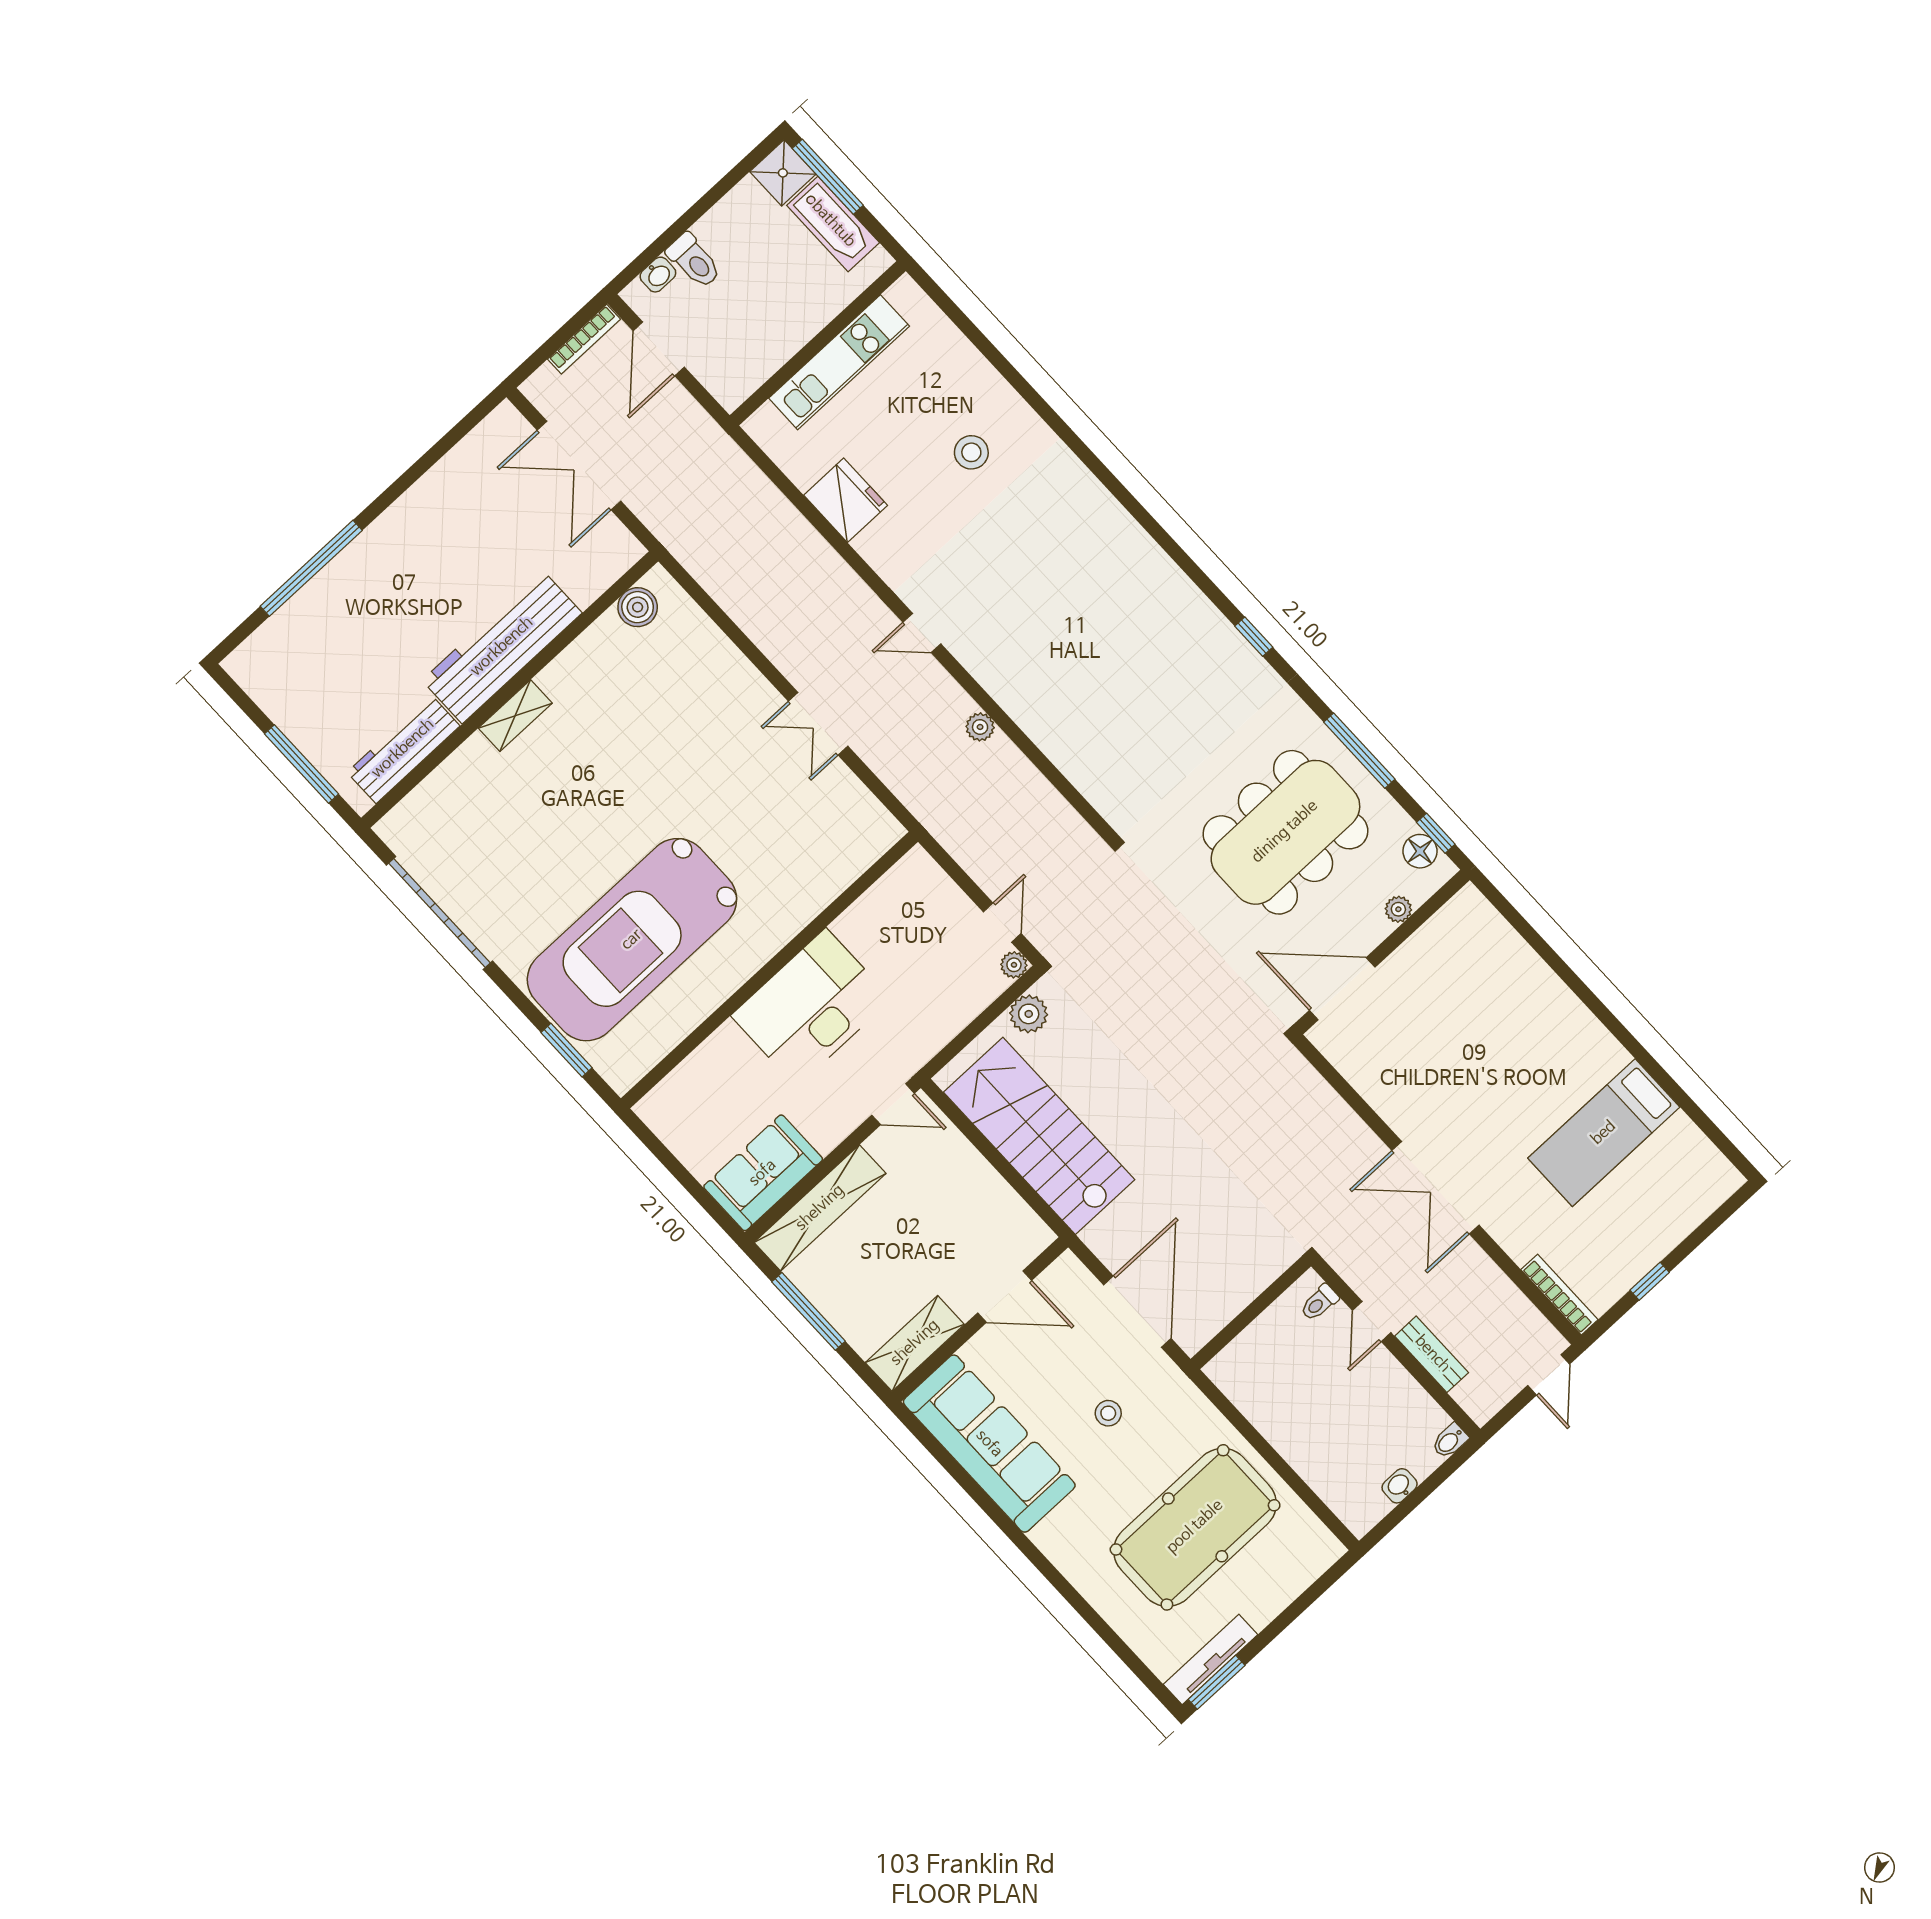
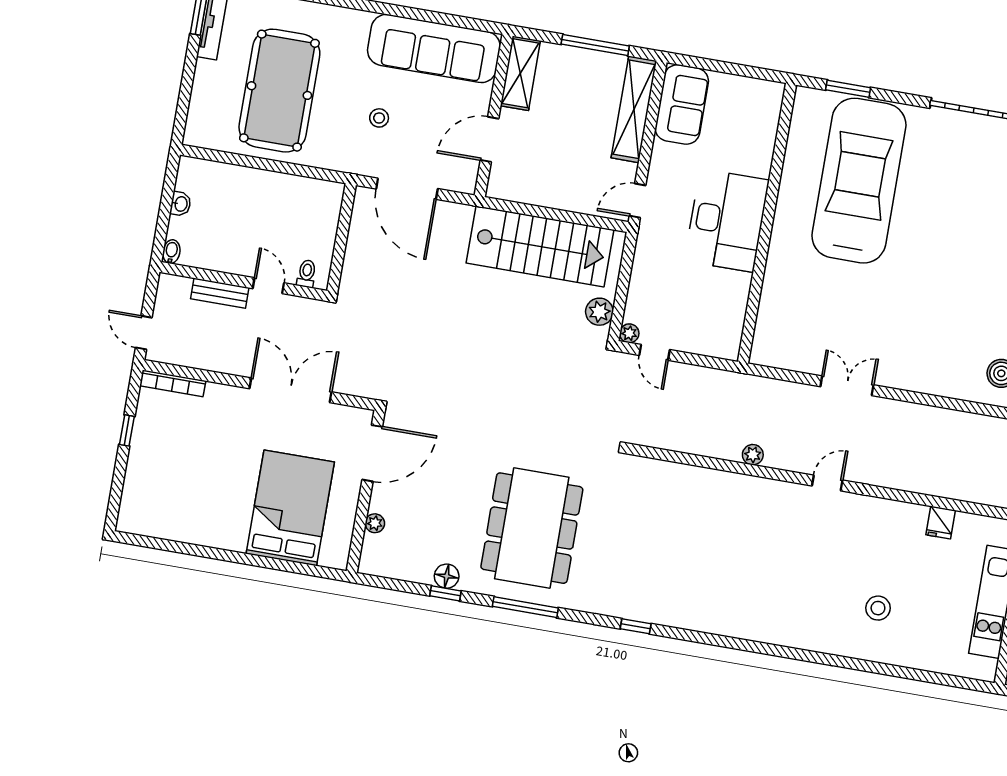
fridge: (846, 500) -> (941, 523), width x0.53, depth x0.75
plant: (1398, 909) -> (375, 523), moved
wall: (1382, 952) -> (366, 491), moved
door: (1342, 989) -> (372, 453), moved
bed: (1604, 1133) -> (290, 508), moved, width x1.50

